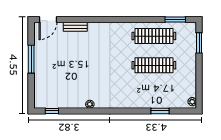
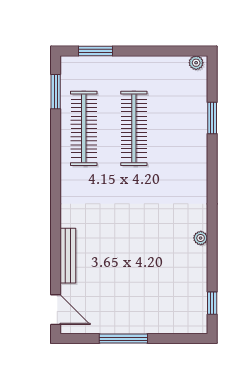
bench: (75, 27) -> (68, 256), width x1.36

